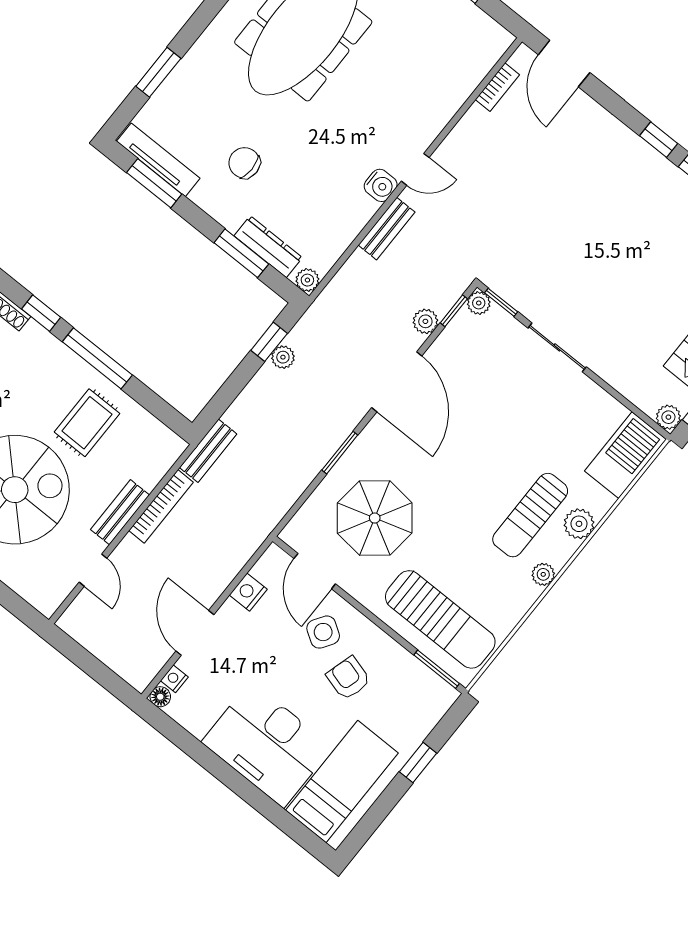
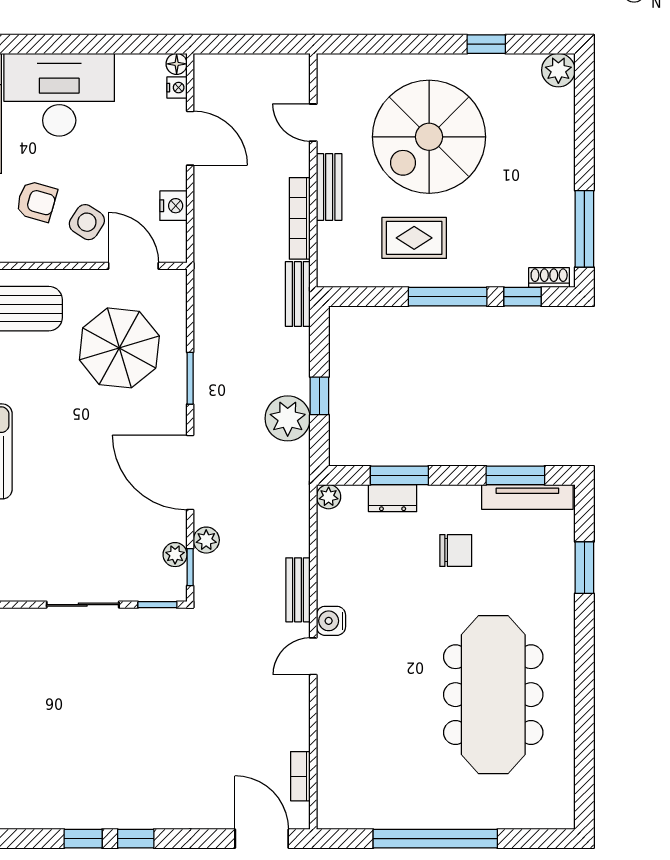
dresser: (268, 247) -> (393, 498), width x0.70
plant: (479, 303) -> (175, 555), moved
window: (269, 342) -> (319, 396), moved
plant: (283, 357) -> (288, 418), width x1.87, depth x1.87
rug: (87, 423) -> (414, 238), turned 90

